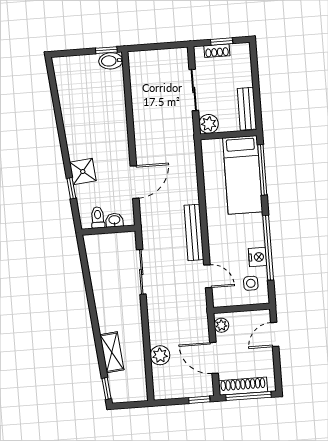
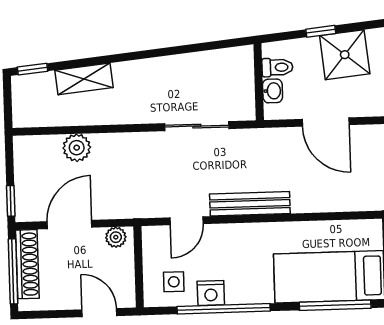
shower: (83, 172) -> (345, 55), width x1.36, depth x1.36

